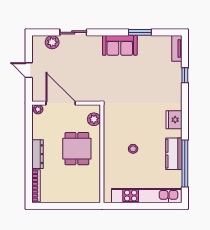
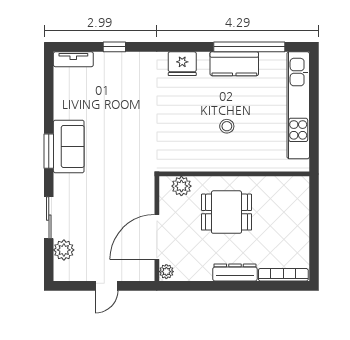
window: (140, 32) -> (49, 151), moved

